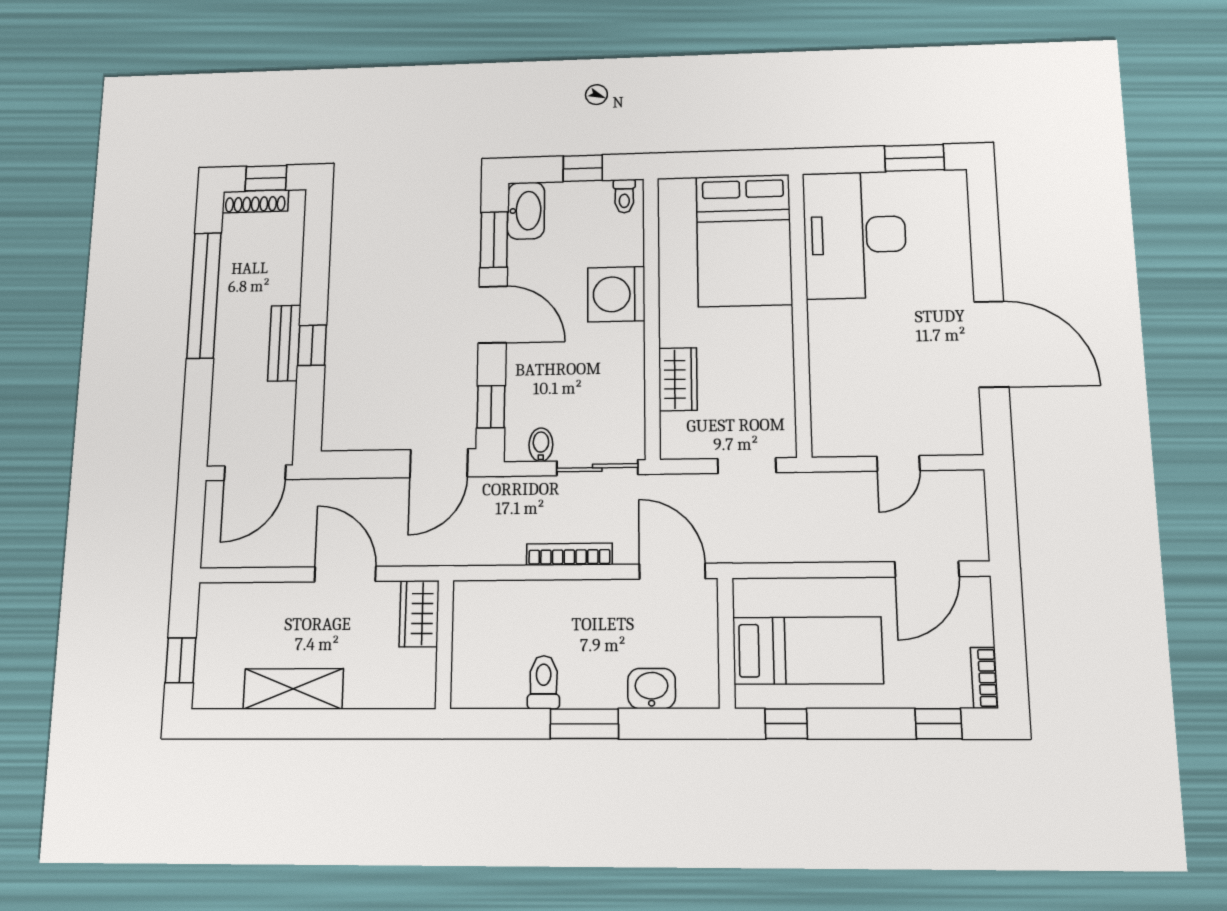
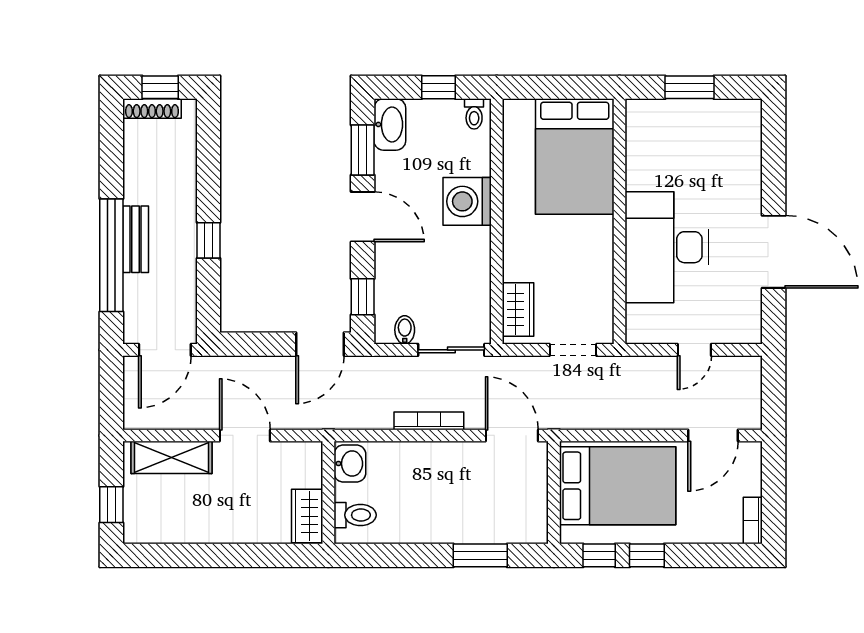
window: (914, 158) -> (689, 87), moved
desk: (855, 235) -> (667, 247), moved
window: (204, 295) -> (111, 255), moved
bench: (284, 343) -> (136, 239), moved
wardrobe: (678, 379) -> (518, 309), moved
wardrobe: (419, 614) -> (307, 516), moved
bed: (808, 650) -> (618, 486), width x1.50
toilet: (544, 682) -> (355, 515), moved, turned 90
shelving: (293, 689) -> (172, 457), moved
washbasin: (652, 689) -> (350, 464), moved, turned 90
window: (584, 724) -> (480, 555), moved
window: (938, 724) -> (647, 555), moved

